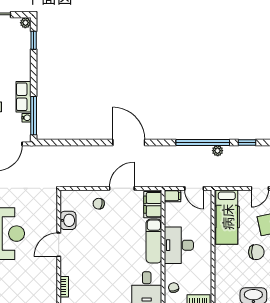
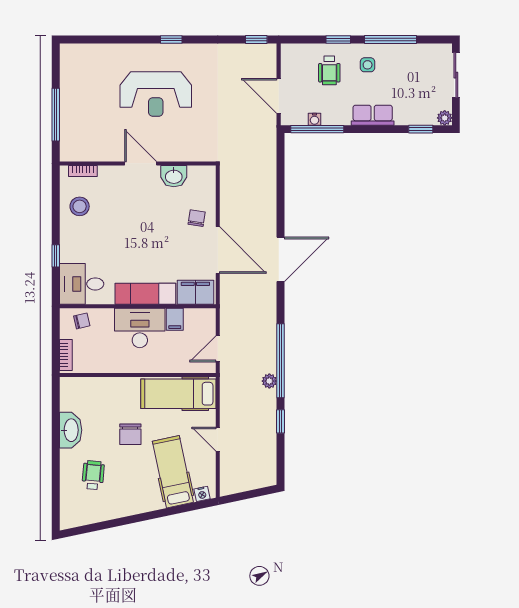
row of seats: (24, 97) -> (373, 115), moved
door: (122, 188) -> (218, 250), width x1.36
filing cabinet: (173, 196) -> (175, 319), moved
stool: (90, 289) -> (80, 206), added

